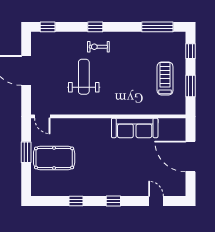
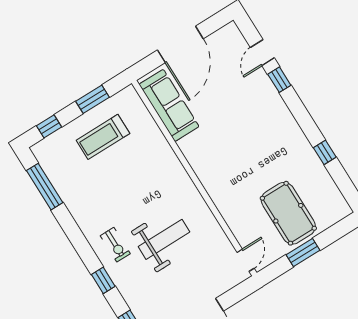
window: (95, 27) -> (103, 280), moved
weight bench: (84, 77) -> (164, 239), turned 180
sofa: (135, 128) -> (169, 105), moved
window: (113, 201) -> (279, 80), moved

